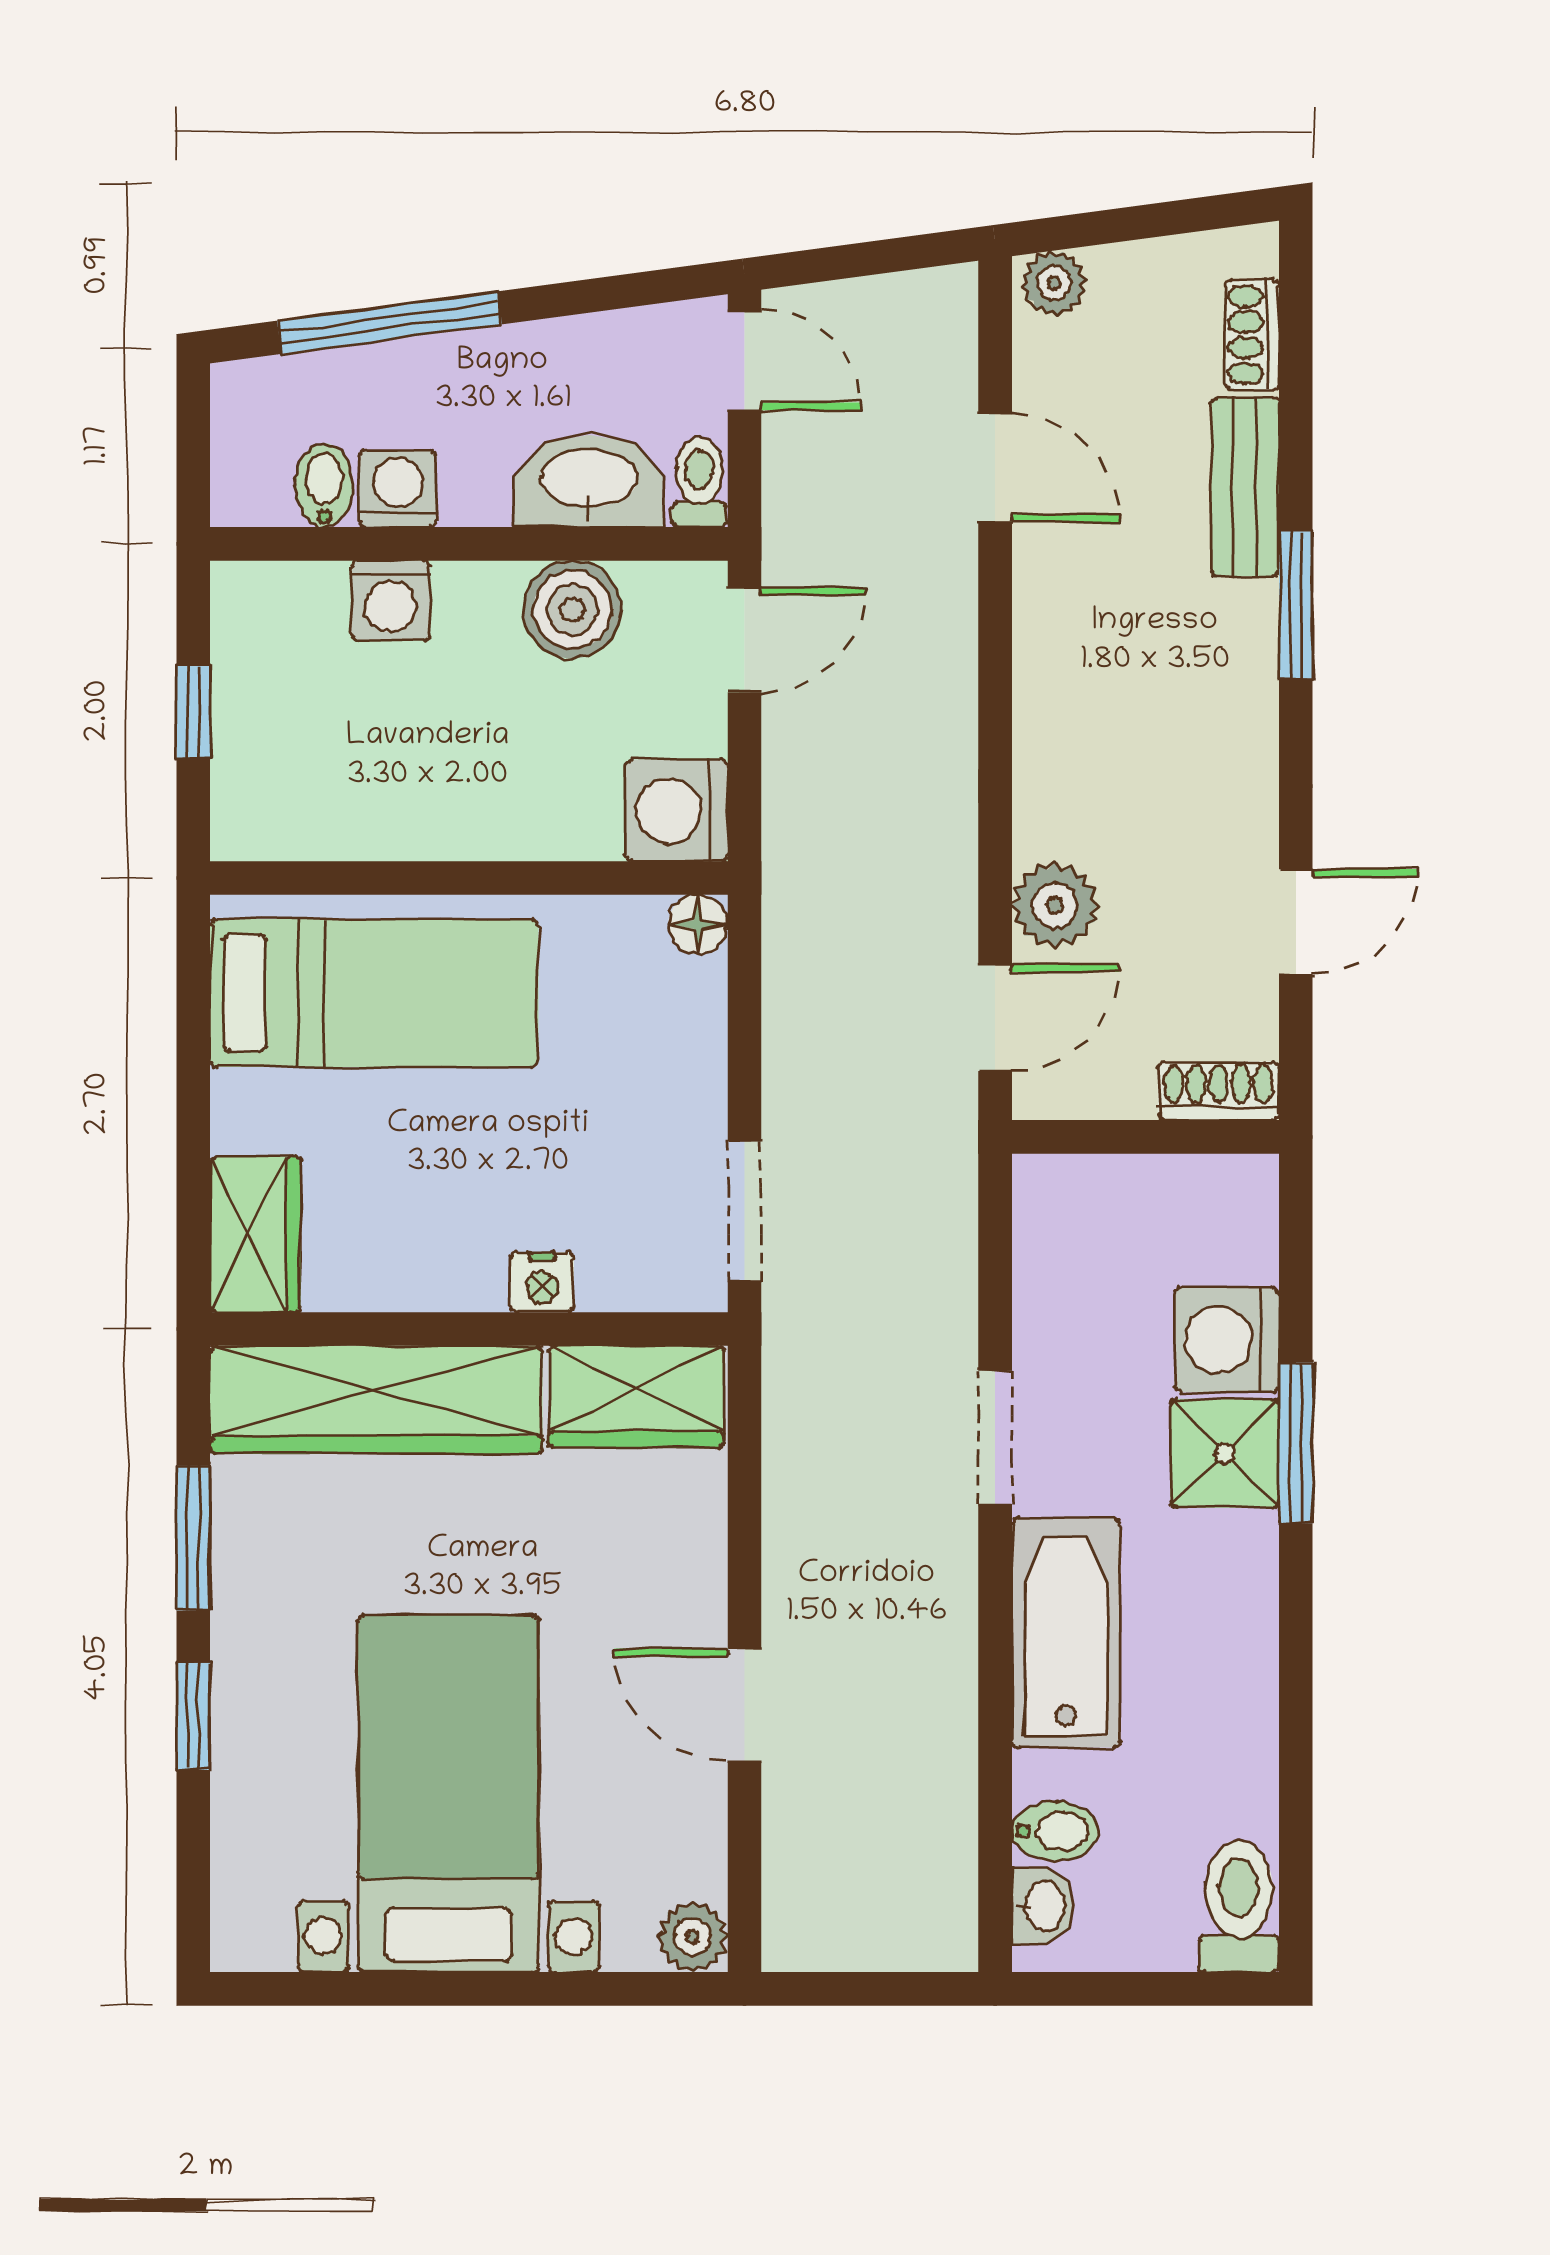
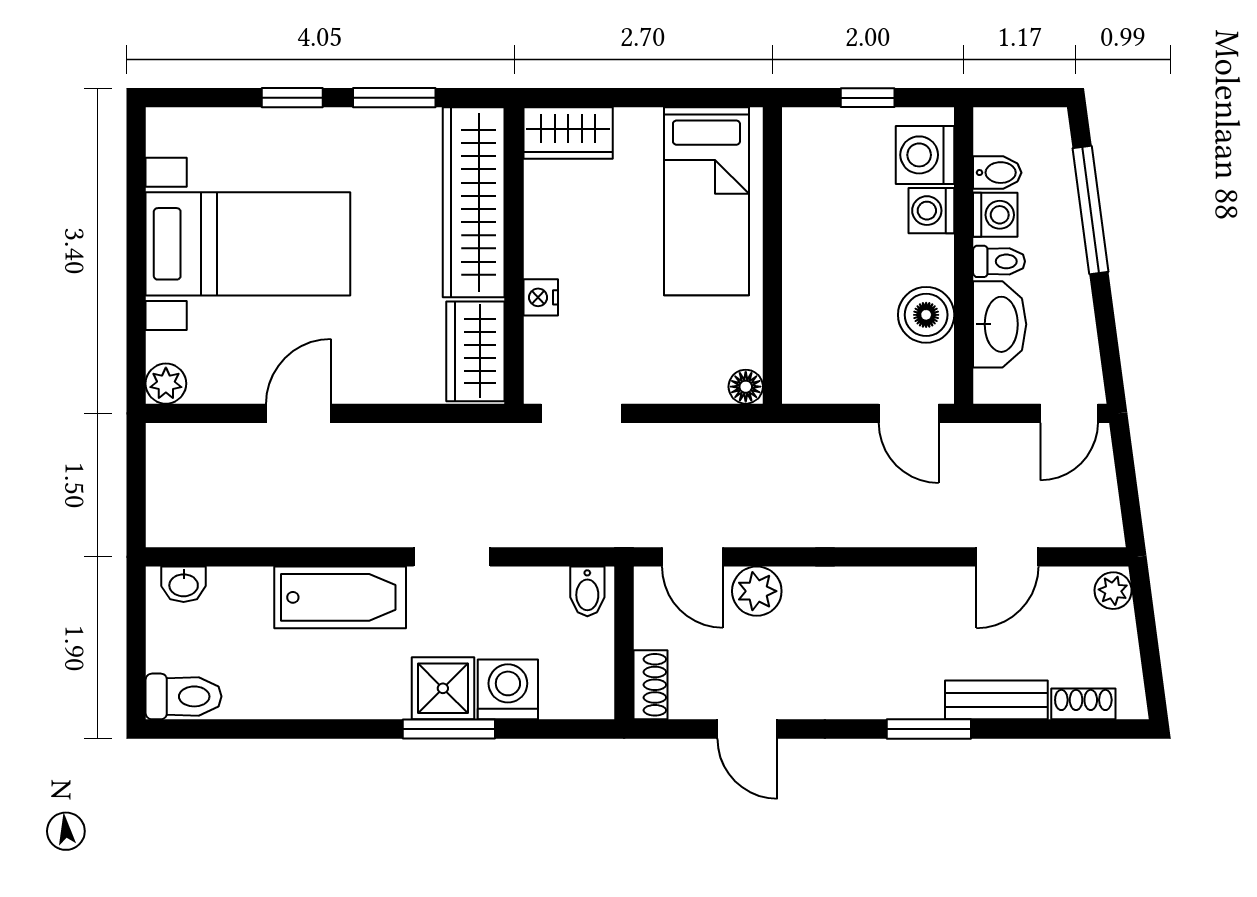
toilet: (699, 482) -> (999, 261), moved
washing machine: (677, 810) -> (925, 155), moved, turned -90
bidet: (1055, 1831) -> (587, 591), moved

